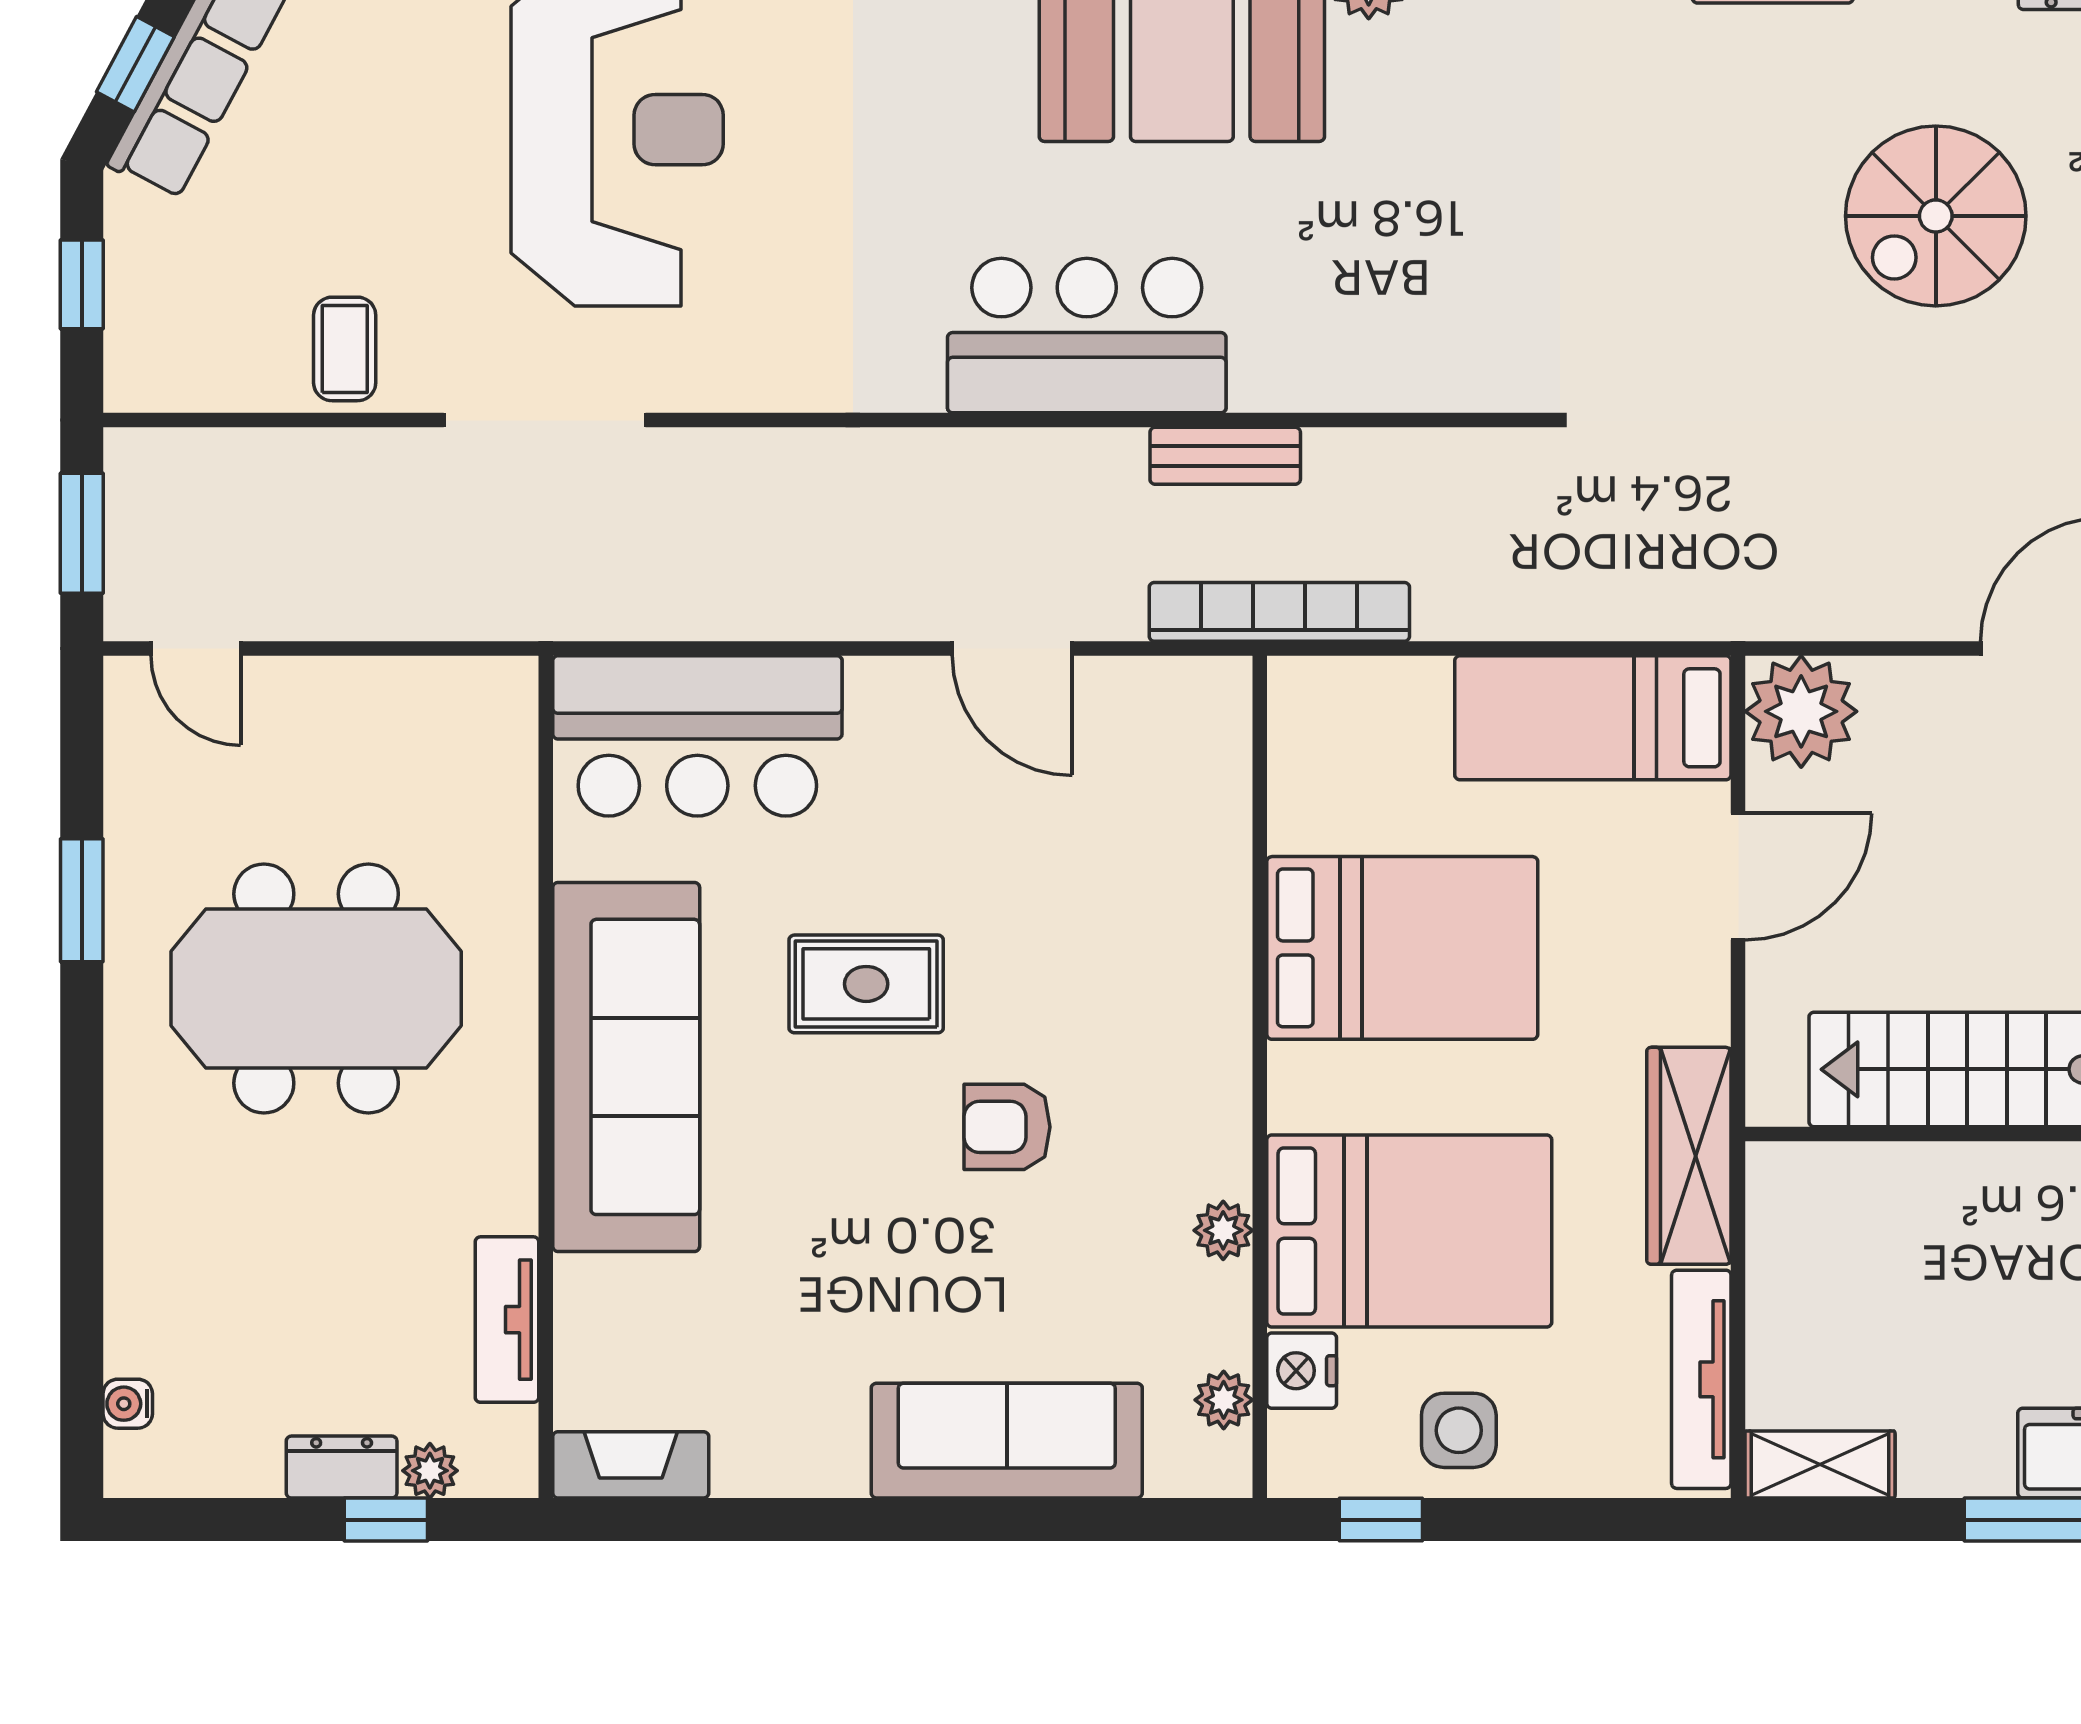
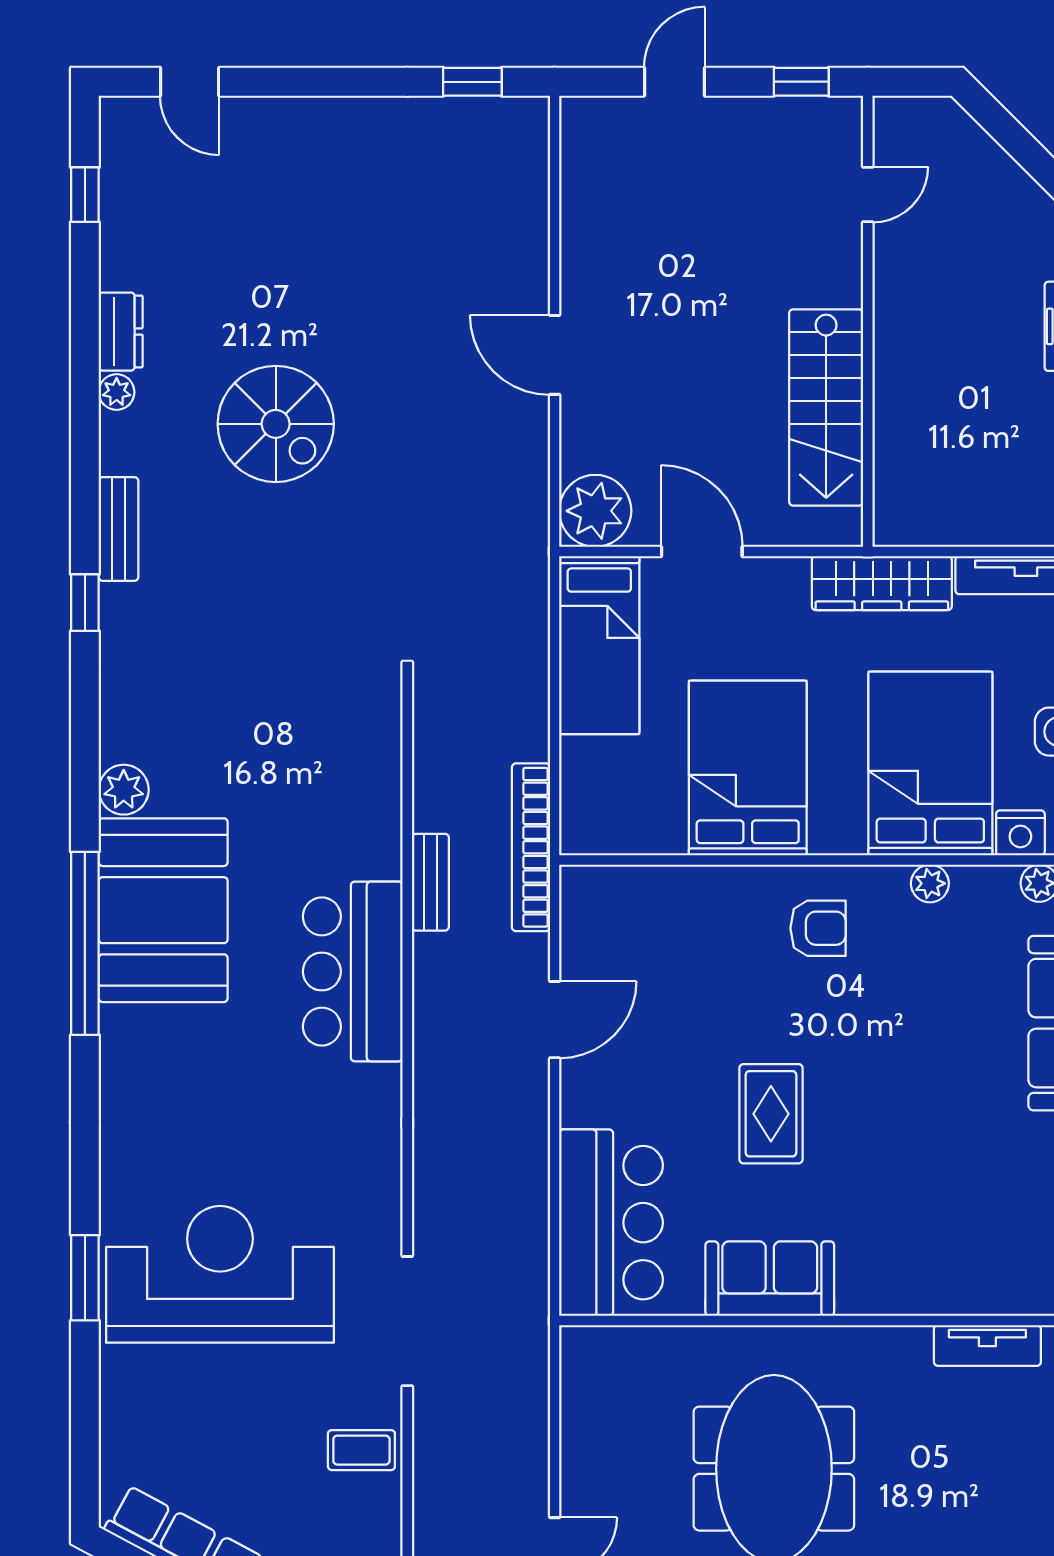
sofa: (626, 1067) -> (770, 1279), width x0.54, depth x0.79
armchair: (1007, 1127) -> (818, 928), moved, turned -90

